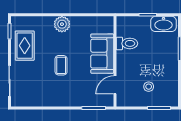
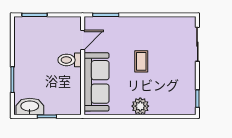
toilet: (127, 43) -> (70, 60), moved
rug: (25, 46) -> (181, 83), removed
sofa: (102, 54) -> (96, 82), width x1.36
stool: (149, 87) -> (46, 38), removed

